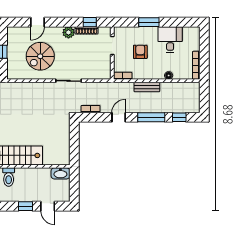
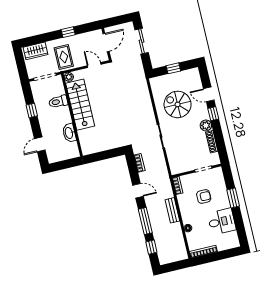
window: (90, 22) -> (213, 114), moved
washbasin: (60, 173) -> (69, 133), moved
window: (26, 206) -> (32, 110), moved

